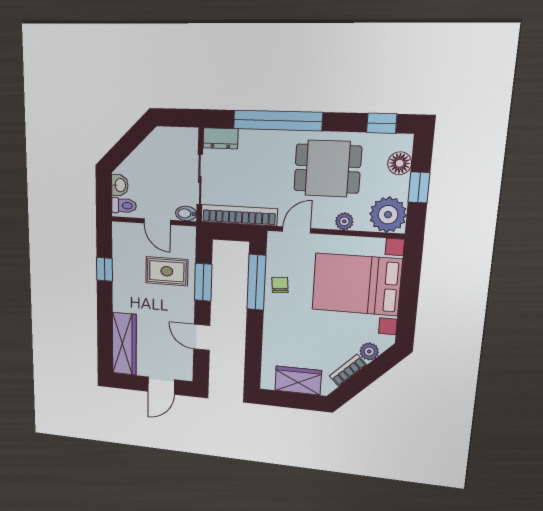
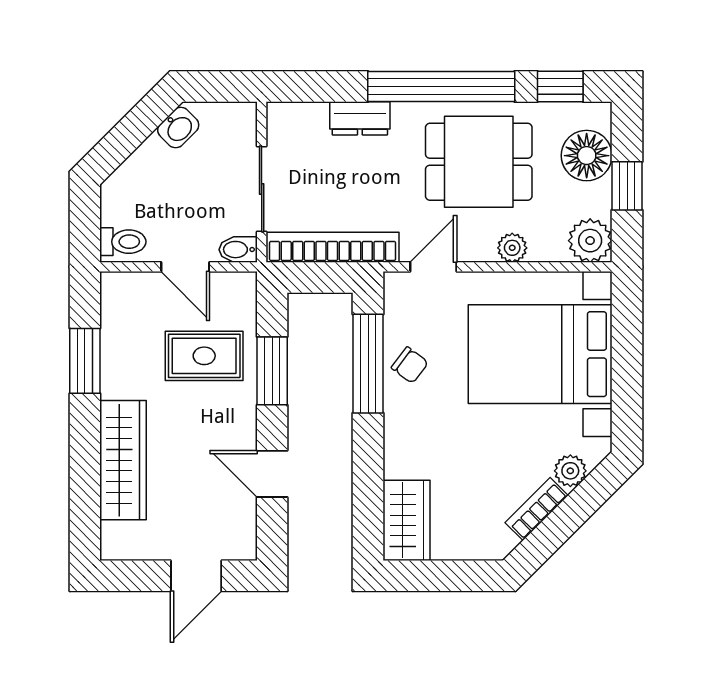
window: (278, 120) -> (441, 86), moved
dresser: (221, 138) -> (360, 118), moved
floor lamp: (400, 163) -> (587, 156), width x1.38, depth x1.38
washbasin: (120, 185) -> (178, 128), moved, turned 45
plant: (388, 215) -> (590, 241), width x0.73, depth x0.73
window: (104, 269) -> (85, 361), width x1.50
chair: (280, 285) -> (410, 365), turned 132
wardrobe: (124, 344) -> (123, 460), moved
wardrobe: (298, 380) -> (407, 520), moved, turned 90

